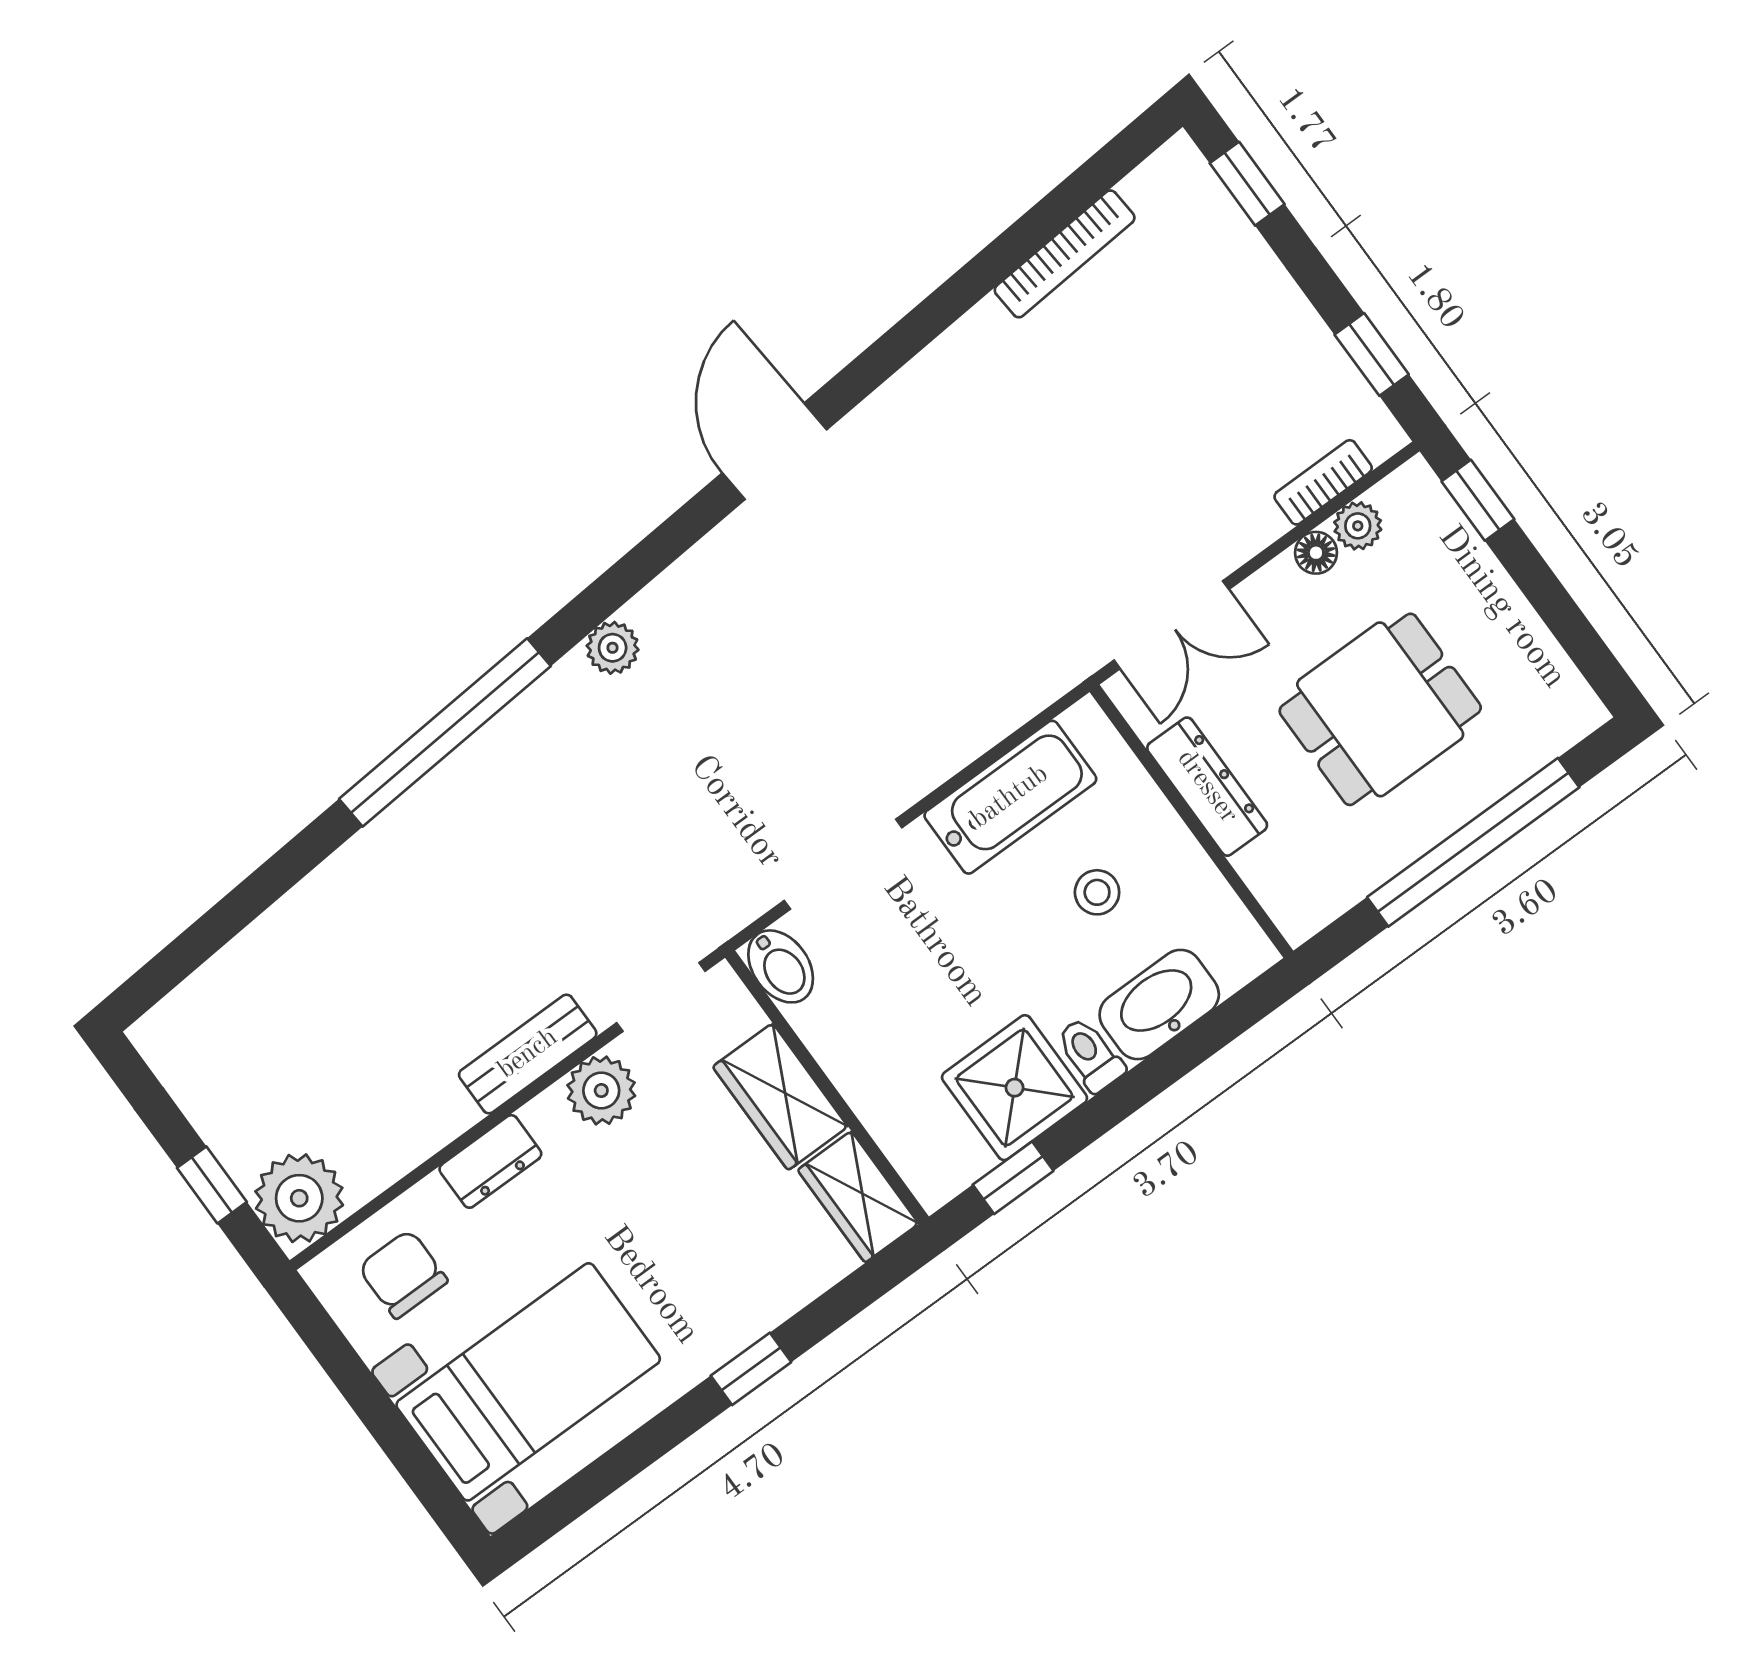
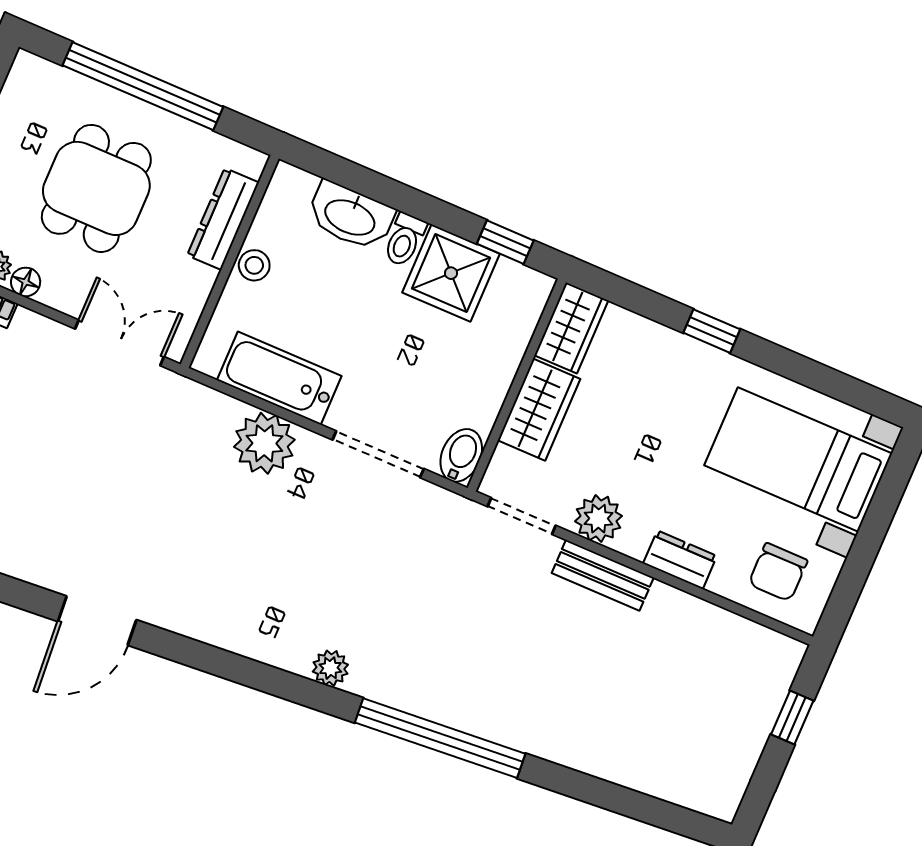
door: (774, 451) -> (97, 621), moved
dining table: (1380, 709) -> (96, 188), turned 90
dresser: (1207, 787) -> (223, 219), moved
stool: (1097, 892) -> (254, 265), moved
plant: (299, 1198) -> (264, 443), moved

